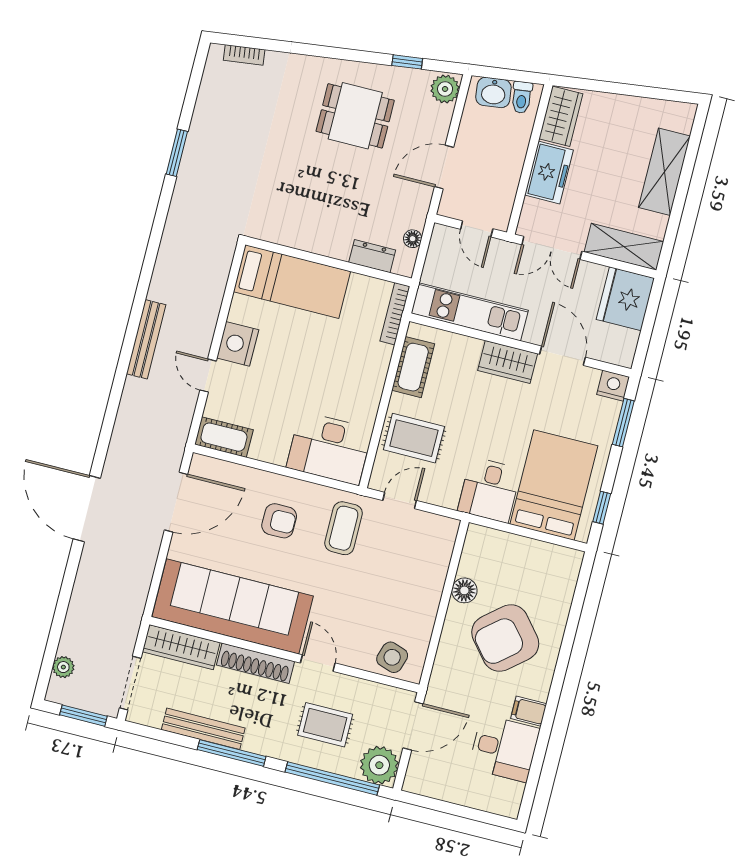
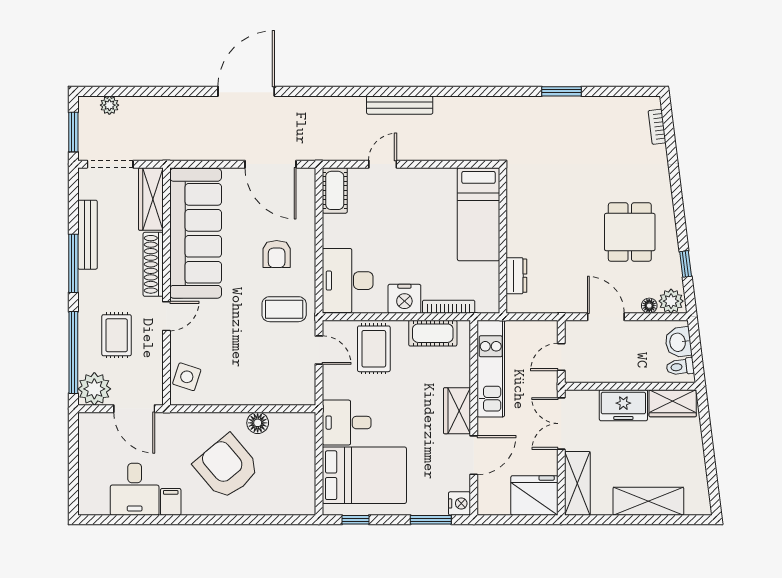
floor lamp: (413, 239) -> (649, 306), moved
bookcase: (395, 314) -> (449, 307), moved
nightstand: (238, 344) -> (404, 299), moved, turned 180

